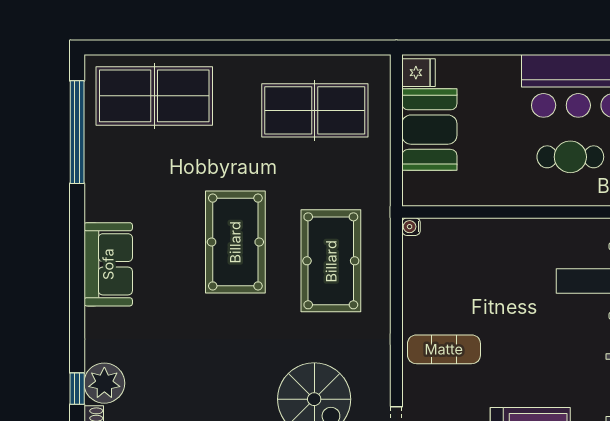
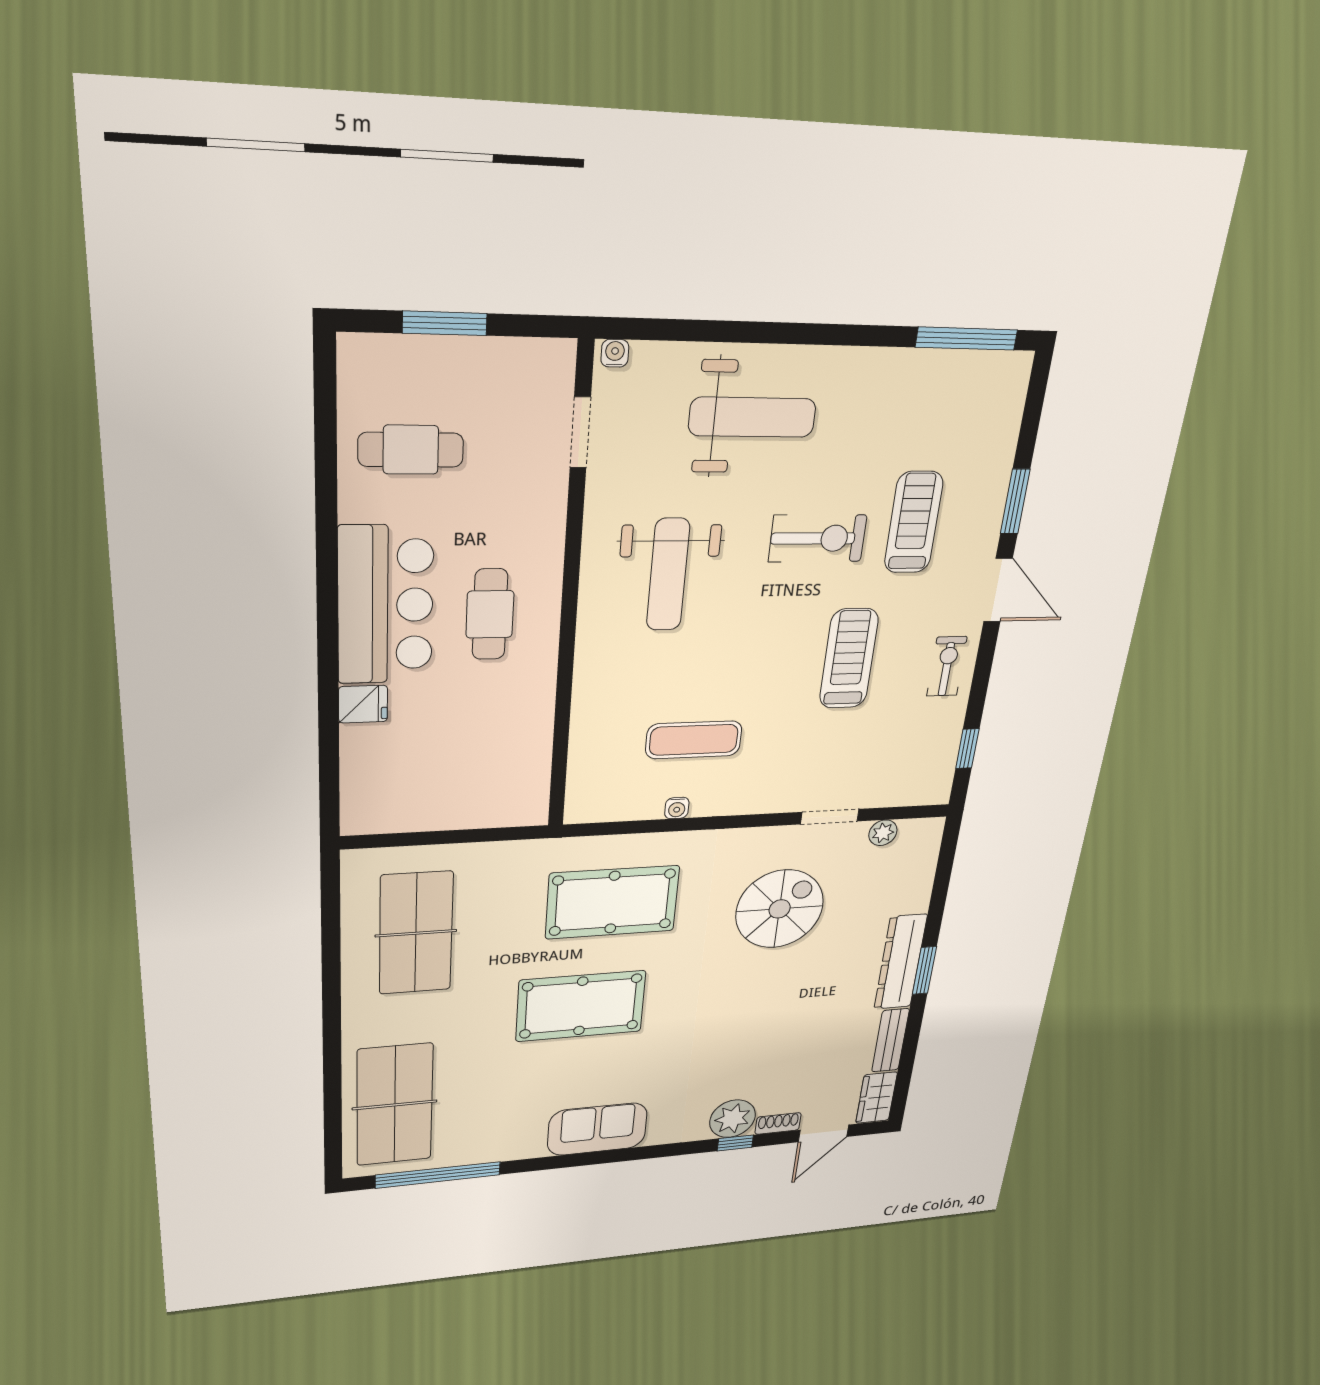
fridge: (419, 73) -> (363, 704), moved, turned 90
booth: (429, 130) -> (445, 798), removed
water cooler: (411, 227) -> (677, 808), moved
exercise mat: (444, 349) -> (694, 740), moved, turned 90

